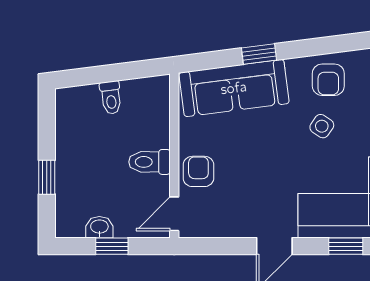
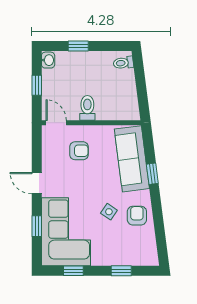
armchair: (328, 80) -> (137, 216), turned 90
toilet: (111, 98) -> (123, 63), moved
armchair: (198, 171) -> (79, 151), moved
washbasin: (99, 227) -> (48, 60), moved

